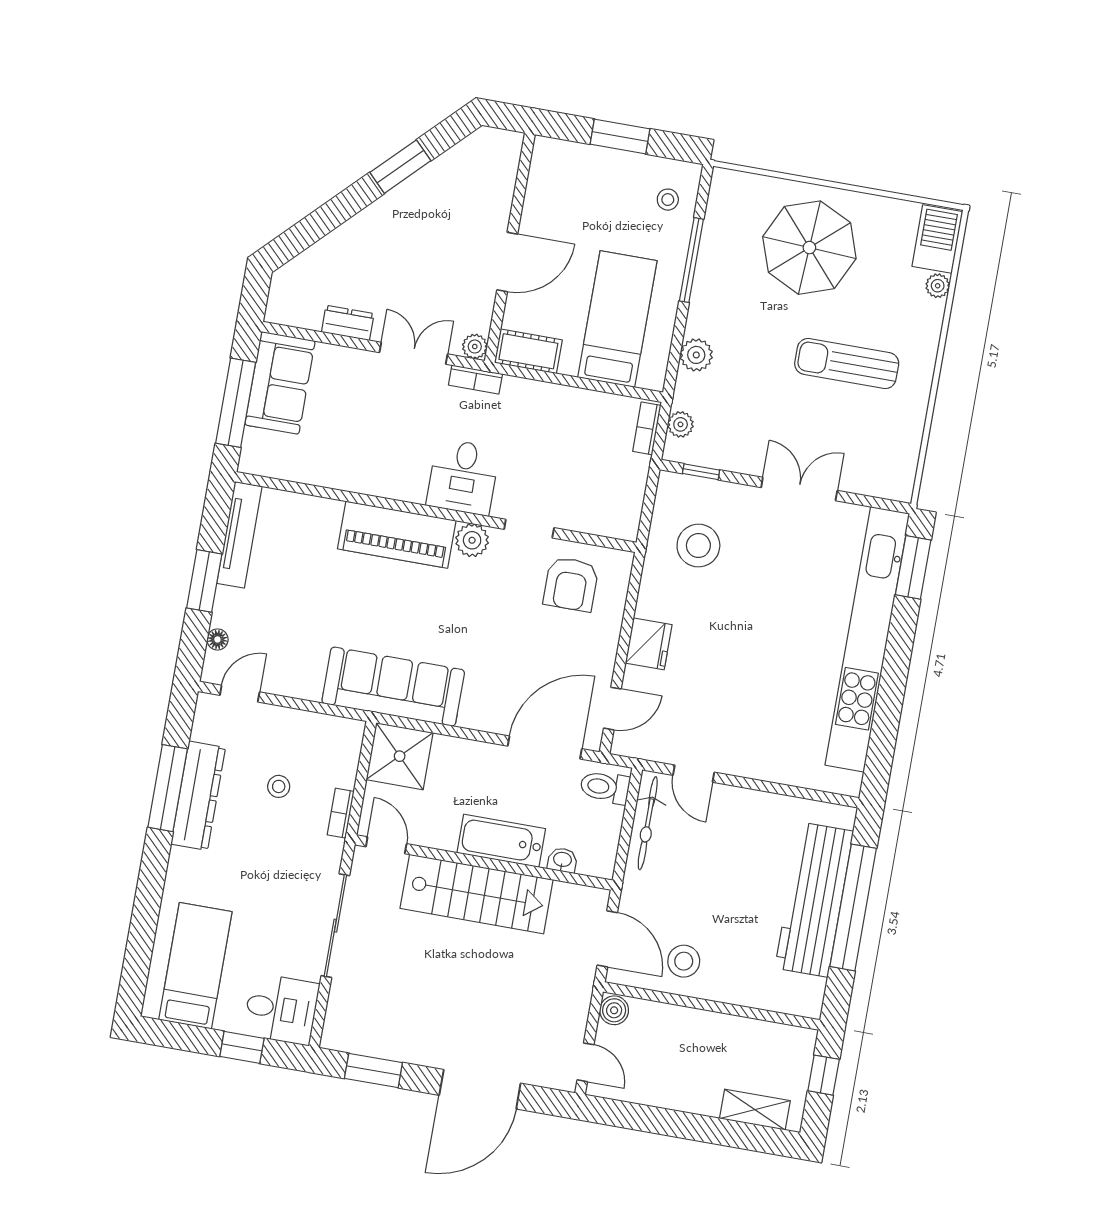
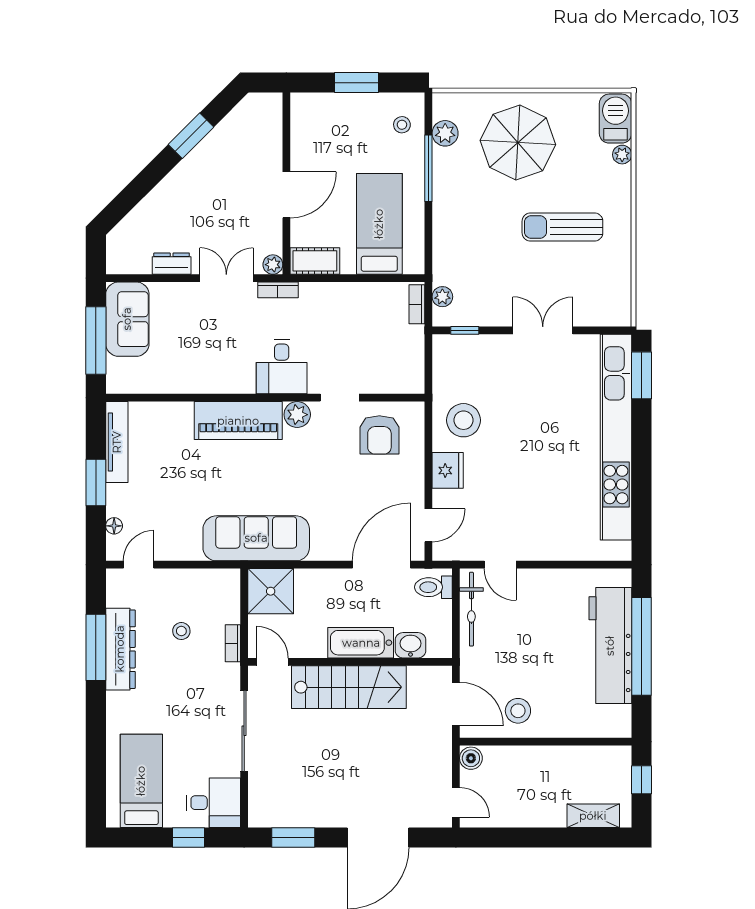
plant: (696, 355) -> (445, 133), moved
stool: (698, 546) -> (464, 420), moved
washbasin: (562, 860) -> (410, 645), width x1.38, depth x1.45

